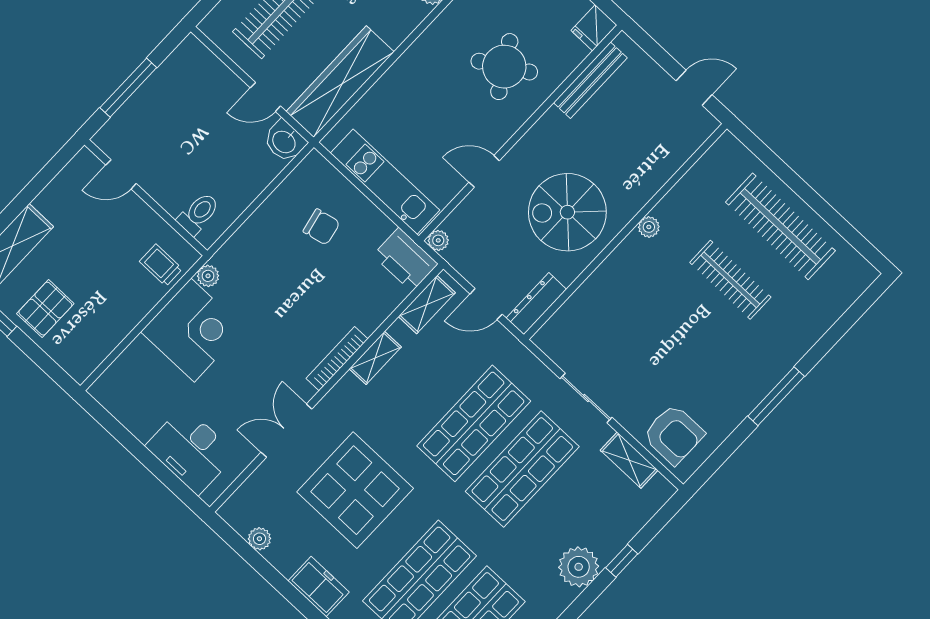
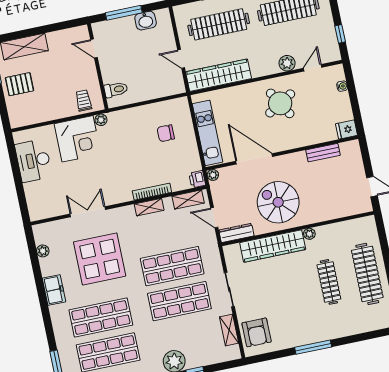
round table: (504, 67) -> (280, 103), moved
bench: (590, 80) -> (323, 153), width x0.73
washbasin: (285, 141) -> (146, 21), moved, turned -90
door: (484, 171) -> (254, 159), width x1.88
chair: (321, 227) -> (166, 133), turned 102
printer: (405, 260) -> (197, 179), width x0.53, depth x0.68
wardrobe: (606, 285) -> (273, 246), added
bookcase: (337, 359) -> (152, 192), moved
desk: (191, 450) -> (33, 161), moved

